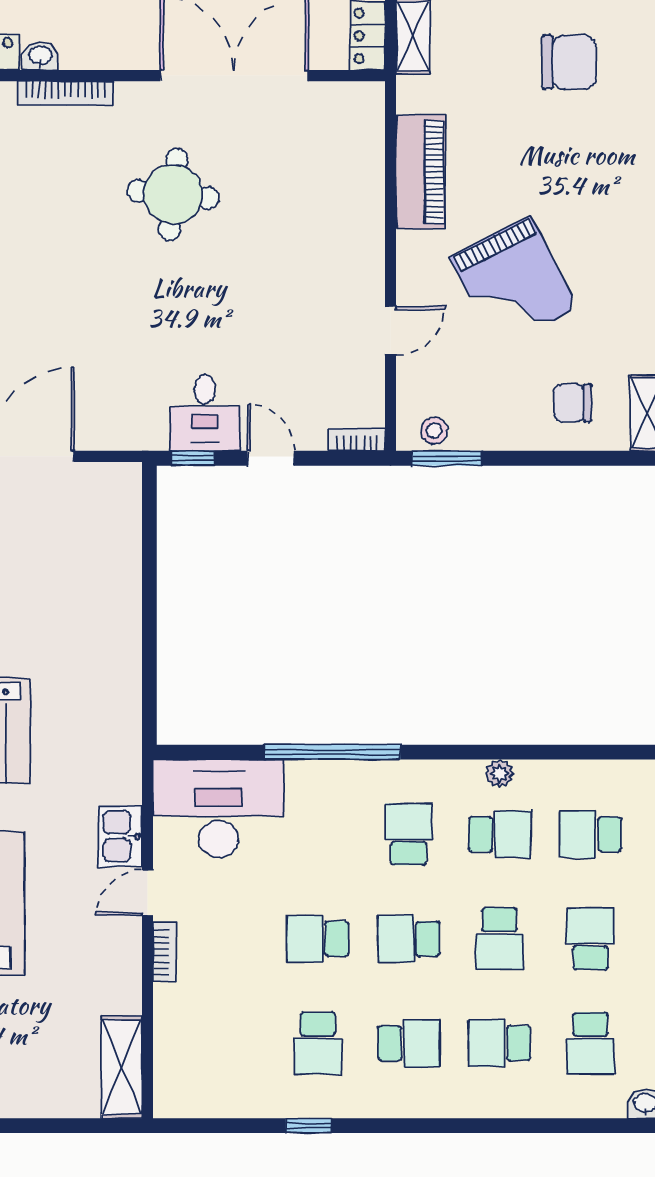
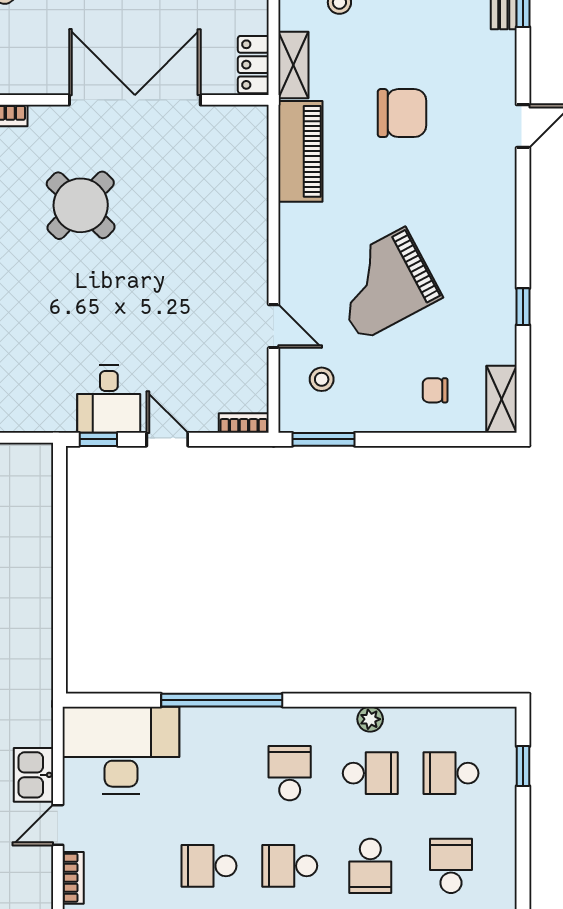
chair: (569, 62) -> (402, 113), moved
piano: (421, 172) -> (300, 151), moved
round table: (173, 194) -> (81, 205), turned 38
grand piano: (514, 283) -> (383, 284), turned 89
door: (391, 331) -> (274, 326), hinge flipped
chair: (572, 403) -> (435, 390), width x0.73, depth x0.73
stool: (434, 431) -> (322, 379), moved

